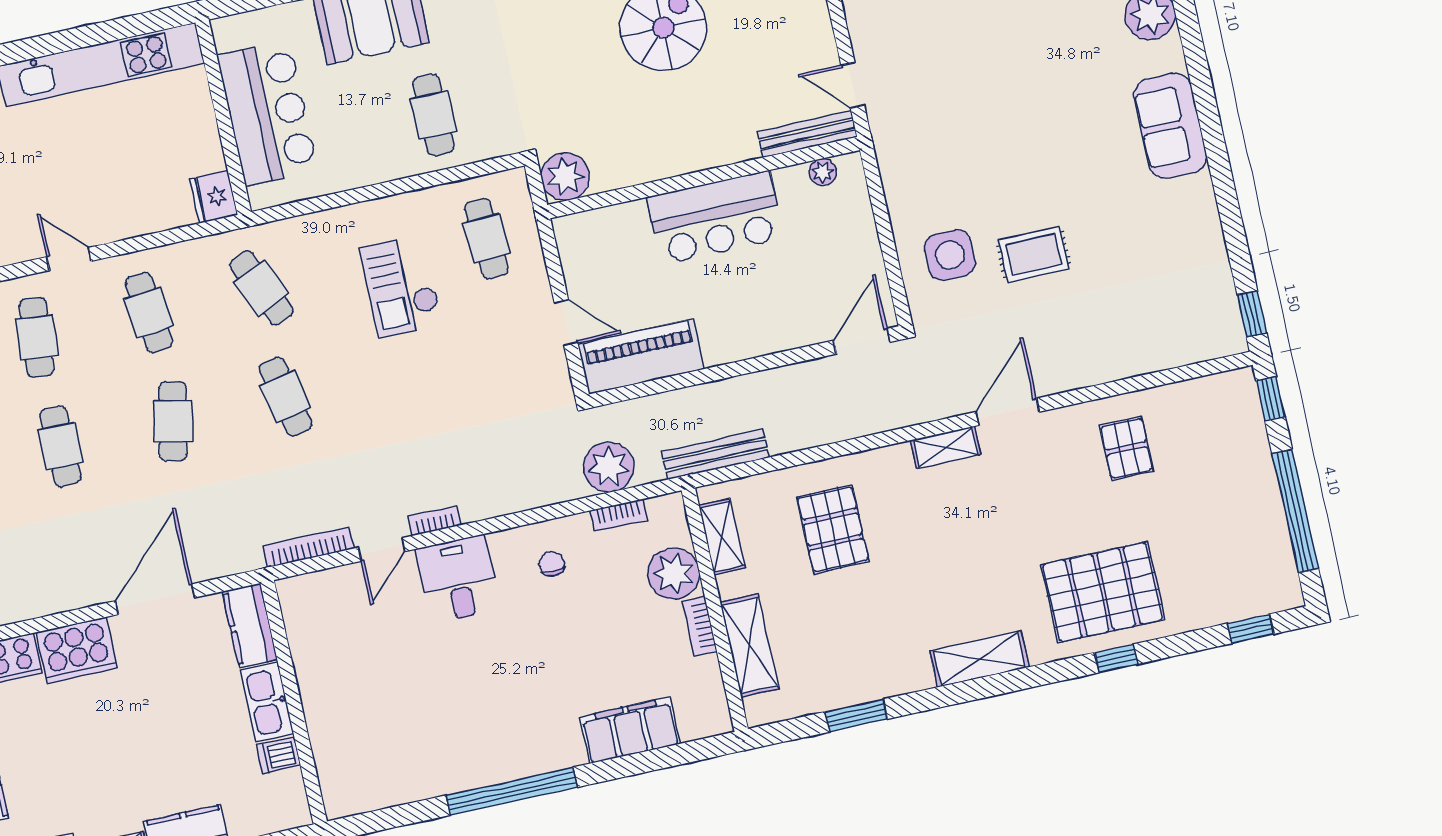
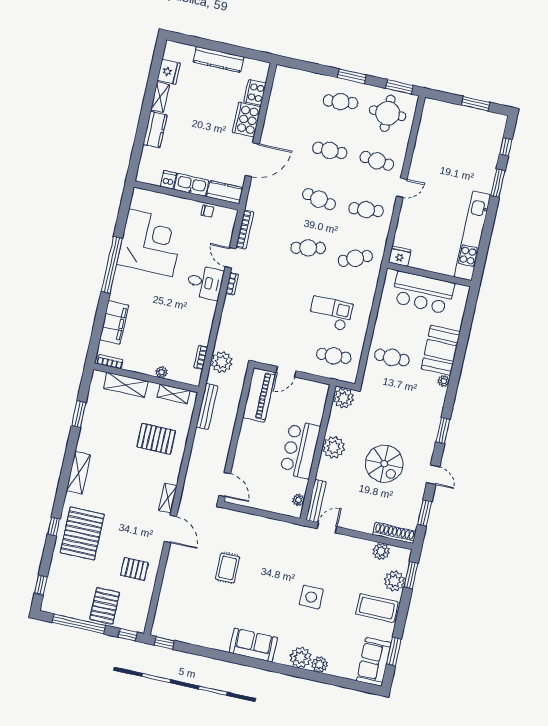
plant: (678, 150) -> (334, 447), added
side table: (950, 255) -> (311, 597), moved
pallet: (1232, 475) -> (105, 606), added
chair: (552, 564) -> (207, 211), moved
plant: (674, 574) -> (162, 372), width x0.53, depth x0.53
door: (155, 599) -> (252, 160), hinge flipped
bookcase: (700, 626) -> (110, 362), moved
corner desk: (428, 732) -> (150, 243), added

